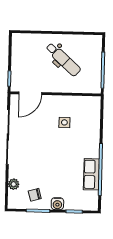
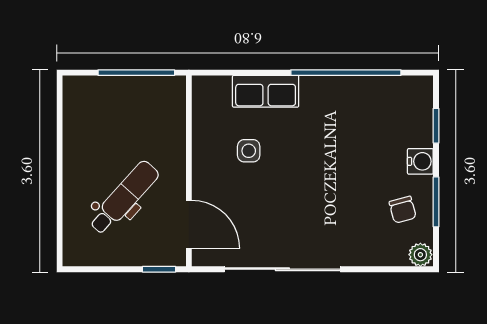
dental chair: (63, 59) -> (124, 198), moved
row of seats: (91, 174) -> (266, 91), moved
plant: (14, 184) -> (420, 255), moved

